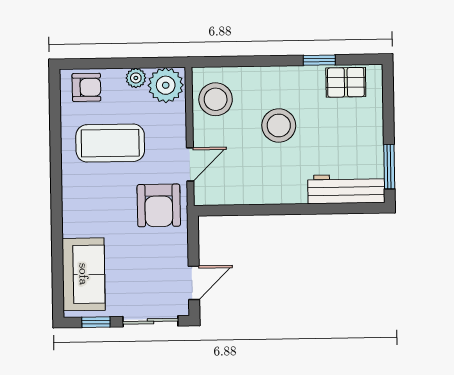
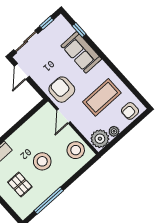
window: (319, 60) -> (49, 201), width x2.17
pallet: (346, 82) -> (20, 184), moved, turned 90
window: (57, 270) -> (79, 30), added
sofa: (84, 274) -> (81, 52), moved

